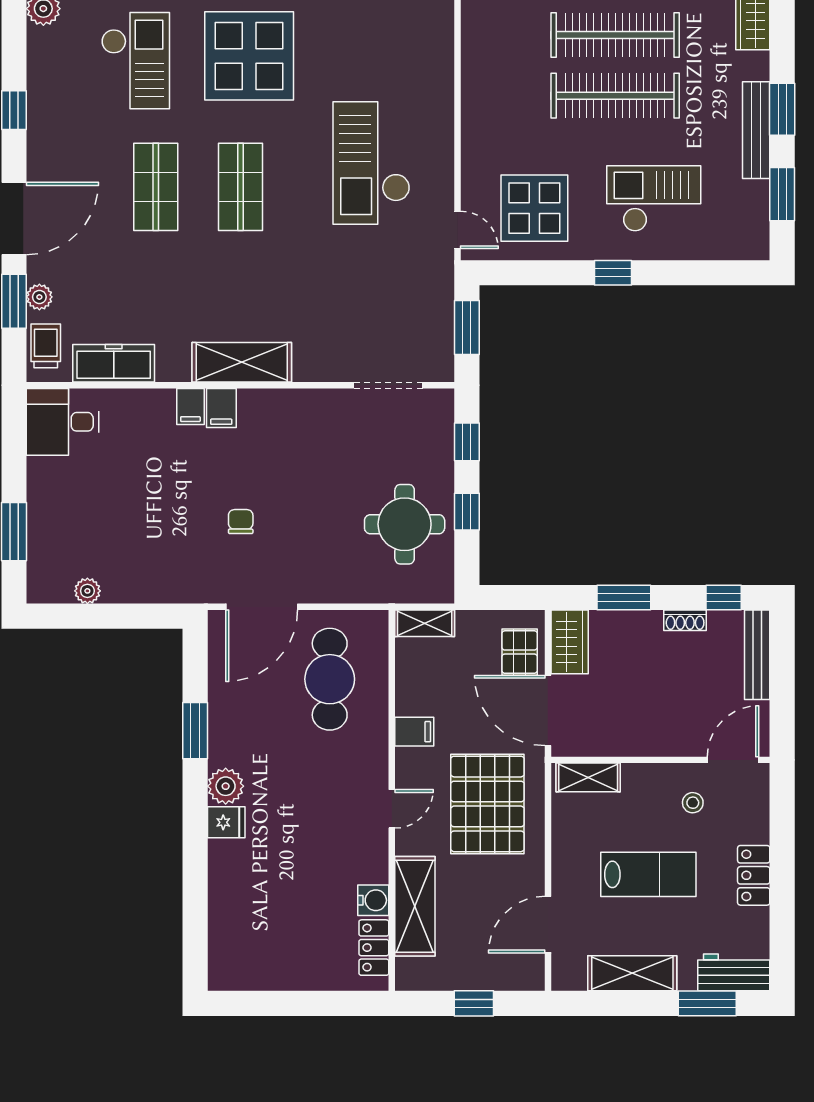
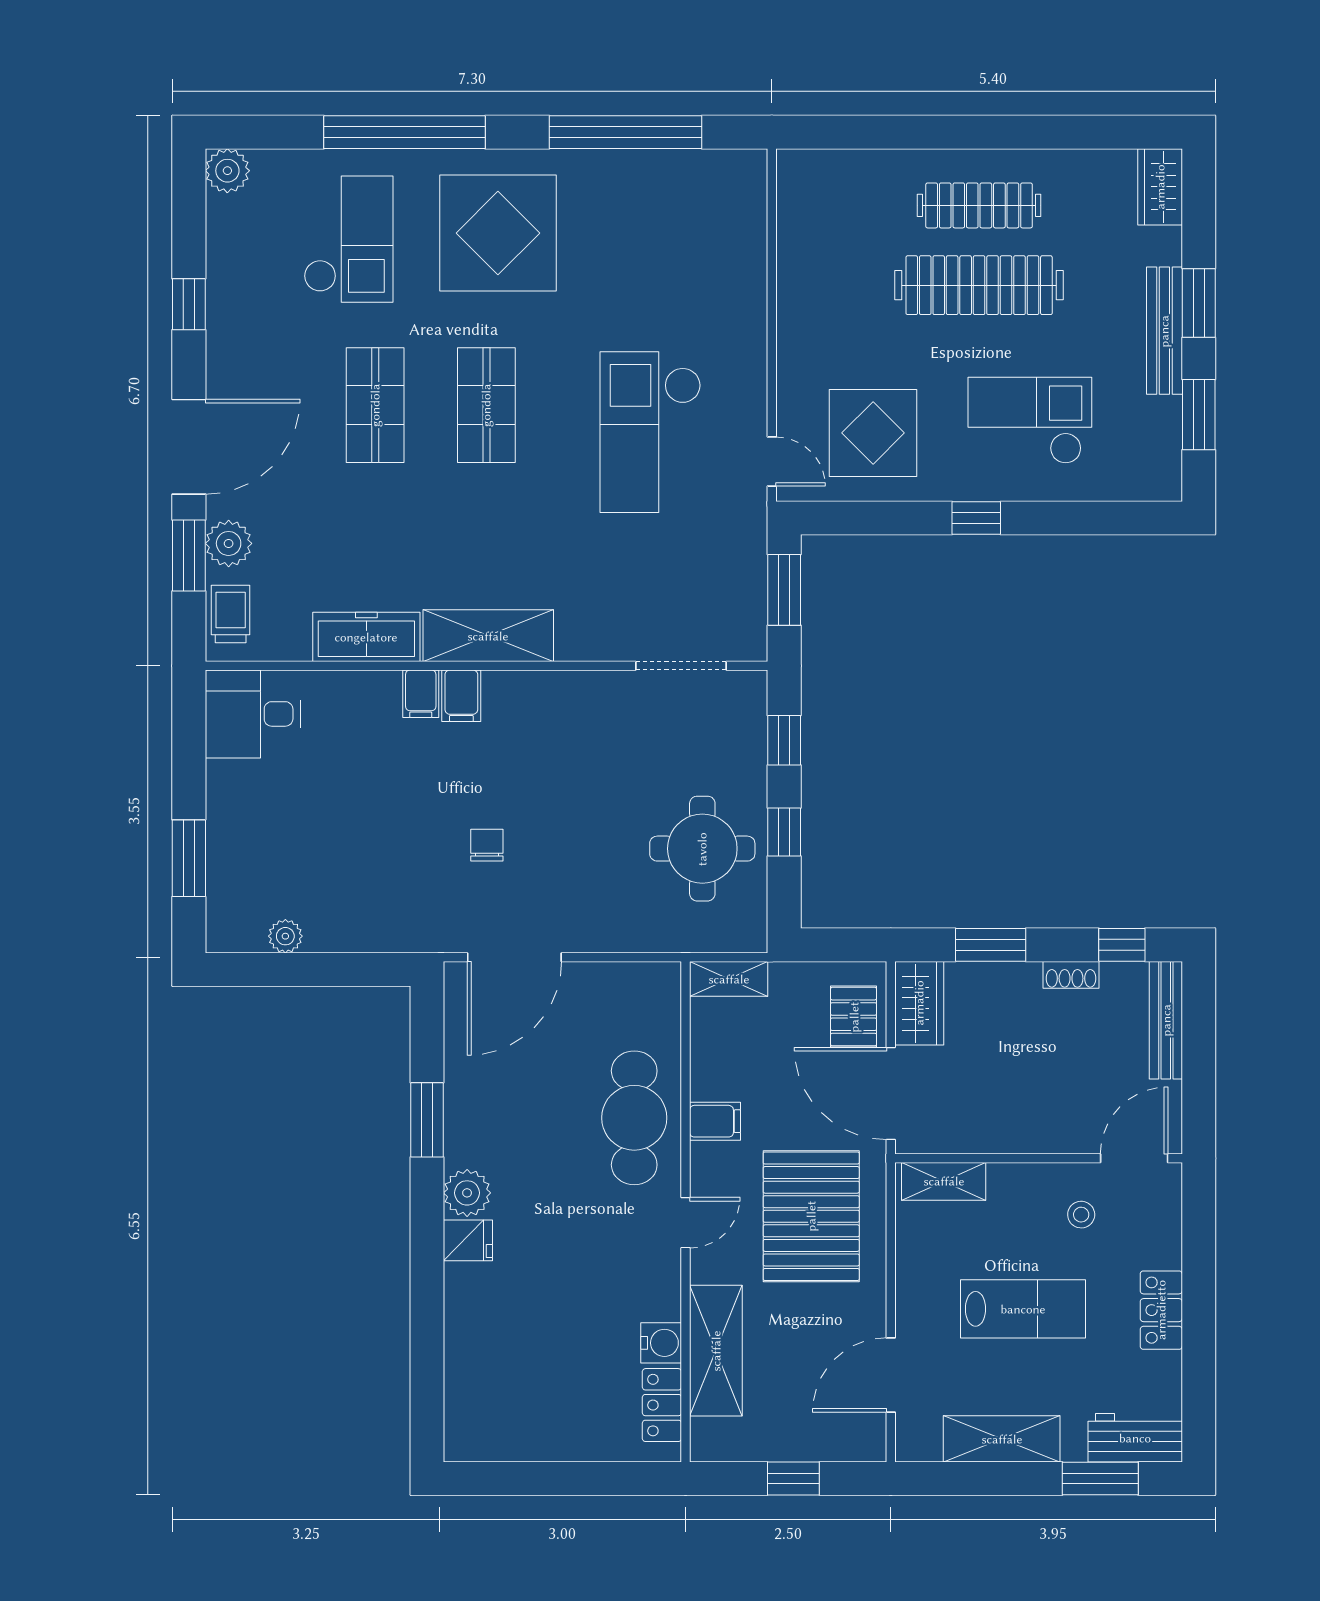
clothes rail: (615, 35) -> (979, 205), width x0.73, depth x0.76
checkout: (371, 163) -> (651, 432), moved
plant: (39, 297) -> (229, 543), width x1.38, depth x1.38
freezer: (114, 363) -> (366, 637), moved
cafe table: (330, 679) -> (634, 1118), moved

